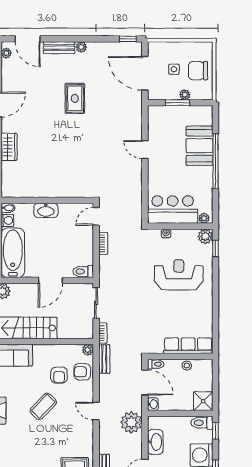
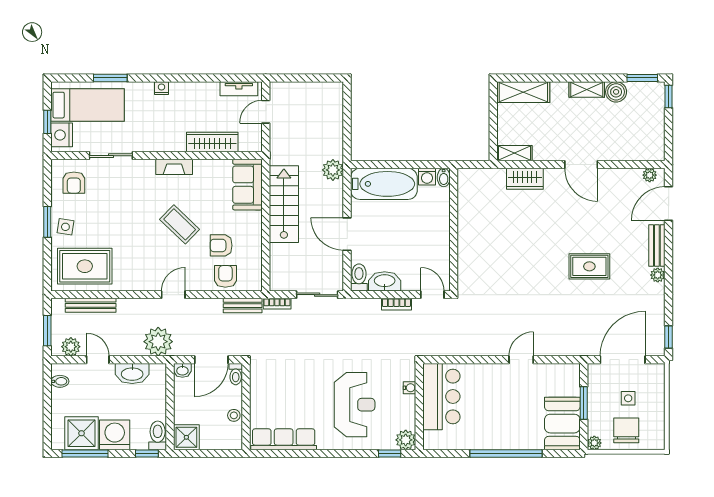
plant: (185, 95) -> (594, 443), moved
booth: (199, 146) -> (562, 424), moved, turned 90
washbasin: (46, 210) -> (385, 281), moved, turned 90
plant: (204, 218) -> (430, 438), removed
row of seats: (188, 346) -> (284, 439), moved, turned -90
plant: (88, 350) -> (255, 284), removed

